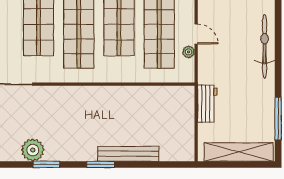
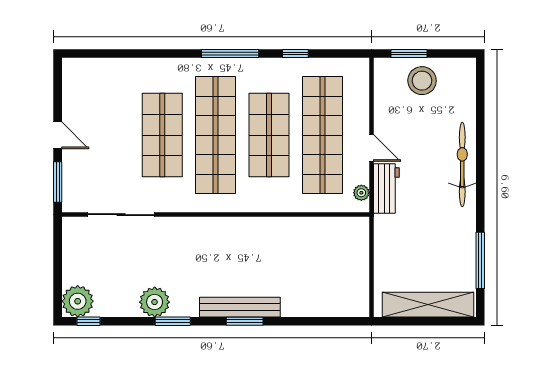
plant: (189, 52) -> (361, 193), moved
workbench: (207, 104) -> (386, 188), moved
bench: (128, 154) -> (240, 307), moved

